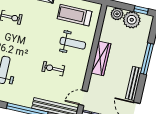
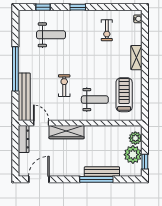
weight bench: (73, 43) -> (95, 100), turned -90
wardrobe: (101, 58) -> (67, 132), moved
bench: (134, 83) -> (102, 172), moved

